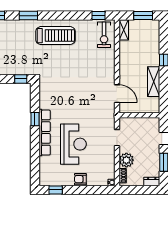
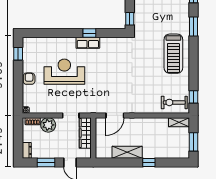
wardrobe: (134, 123) -> (85, 133), added
row of seats: (45, 133) -> (88, 43), width x0.50
reception desk: (73, 144) -> (64, 72), turned 180

